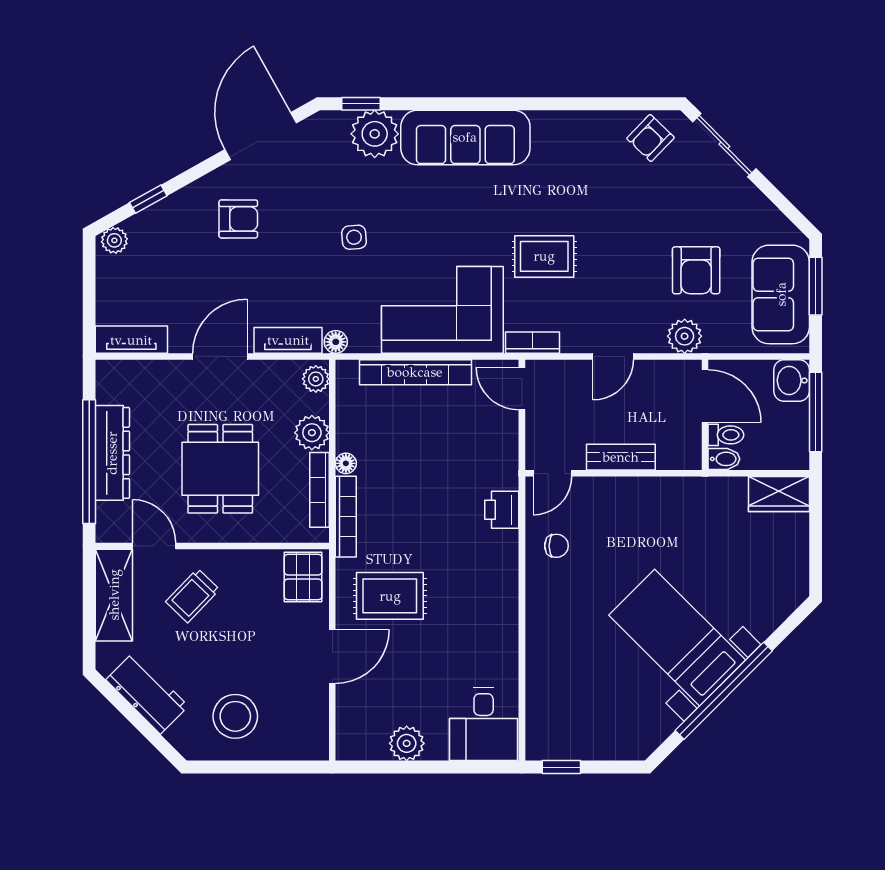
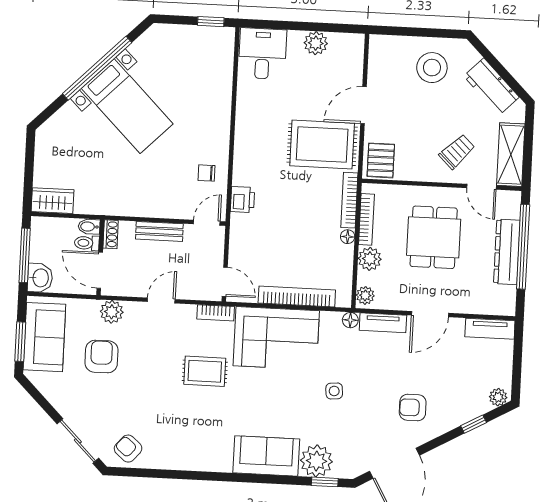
sofa: (465, 137) -> (266, 456), width x0.73
armchair: (651, 138) -> (128, 449), turned -93
shoe rack: (692, 449) -> (111, 234), added
rug: (390, 596) -> (322, 145), width x1.36, depth x1.43

